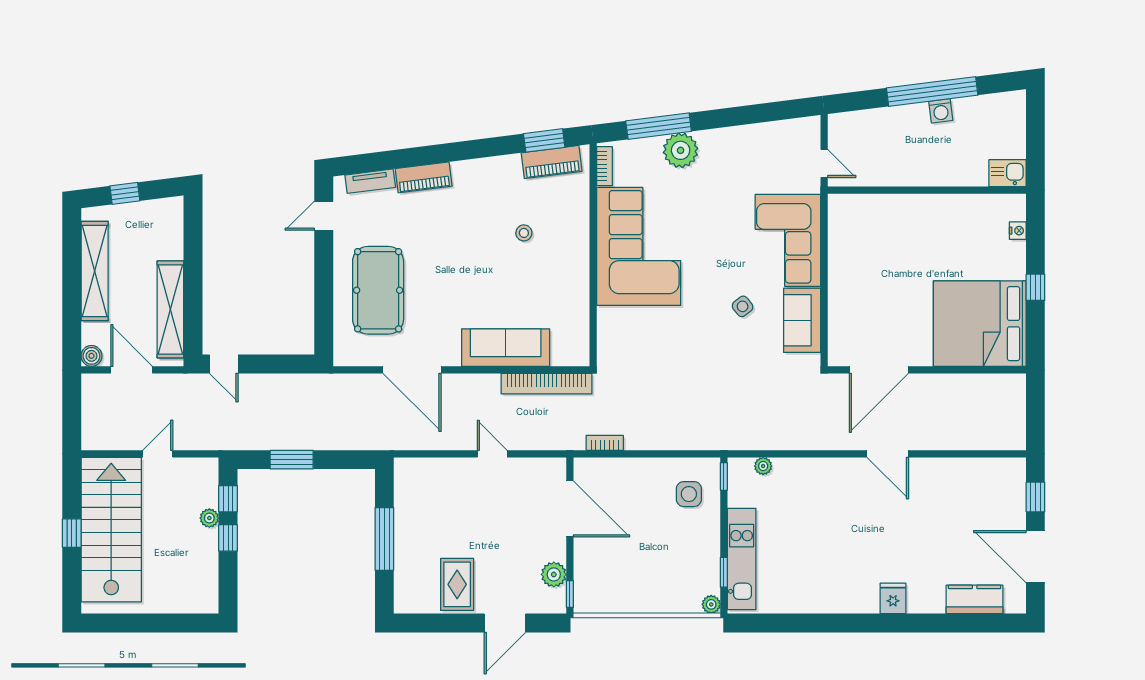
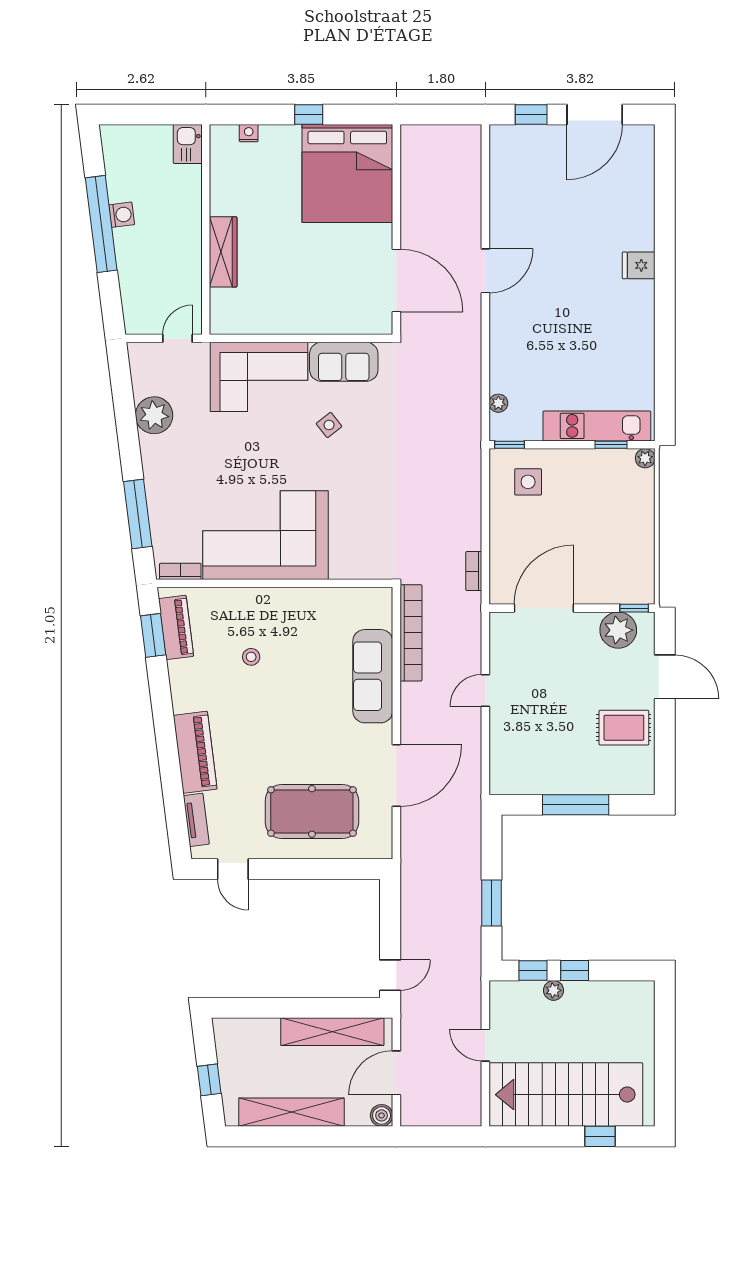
plant: (681, 150) -> (154, 415), moved
piano: (424, 177) -> (195, 752), width x1.37, depth x1.33
wardrobe: (906, 207) -> (223, 252), added
window: (72, 533) -> (600, 1136), moved
plant: (554, 574) -> (618, 630), width x1.36, depth x1.36
kitchen counter: (975, 599) -> (640, 179), removed

